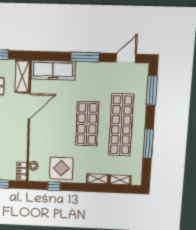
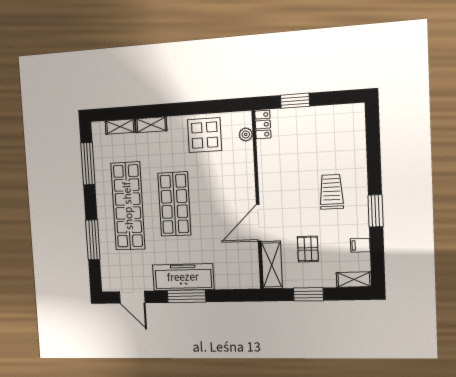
door: (126, 58) -> (132, 297), hinge flipped
freezer: (53, 70) -> (183, 277), moved
window: (152, 90) -> (93, 240), moved
window: (148, 144) -> (88, 164), moved
window: (54, 186) -> (213, 107), removed

